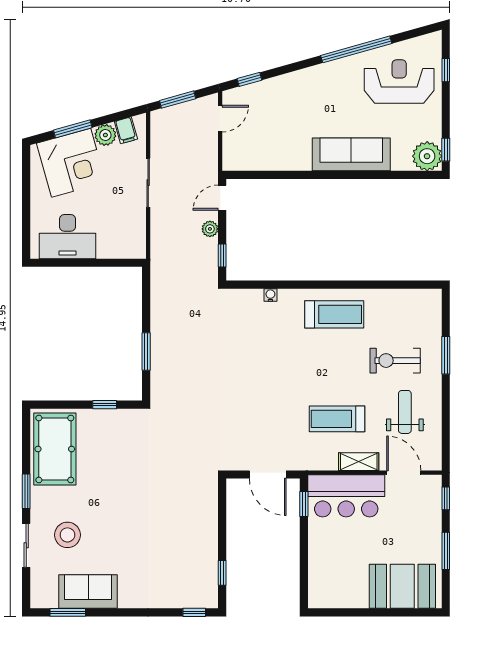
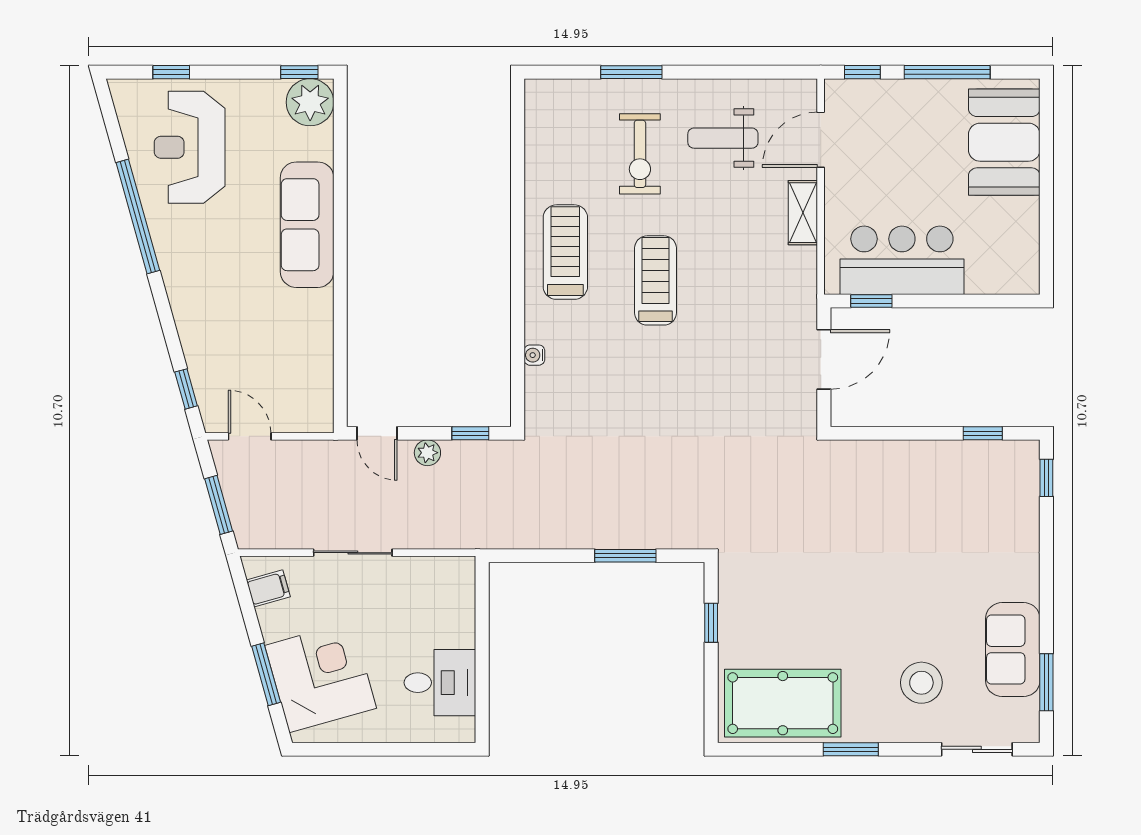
plant: (105, 135) -> (276, 622), removed
desk: (68, 237) -> (440, 683), width x0.73
treadmill: (337, 419) -> (655, 280), moved, turned 180
bar counter: (346, 496) -> (902, 260), moved, turned -90
sliding door: (26, 545) -> (977, 749), moved
window: (446, 551) -> (947, 72), width x1.44

